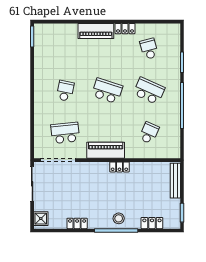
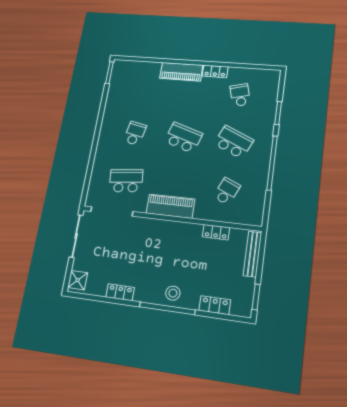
locker: (119, 167) -> (216, 232), moved

